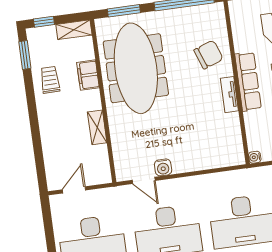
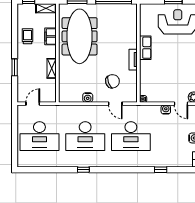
window: (25, 55) -> (15, 67), moved
chair: (209, 55) -> (113, 81), moved
row of seats: (248, 82) -> (145, 48), width x0.68
door: (144, 180) -> (115, 104), moved

